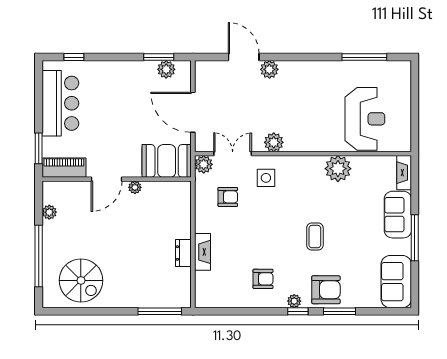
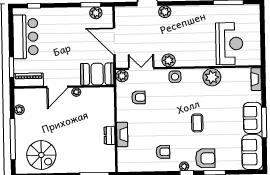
side table: (266, 178) -> (175, 77), moved
sofa: (398, 215) -> (253, 118), moved

